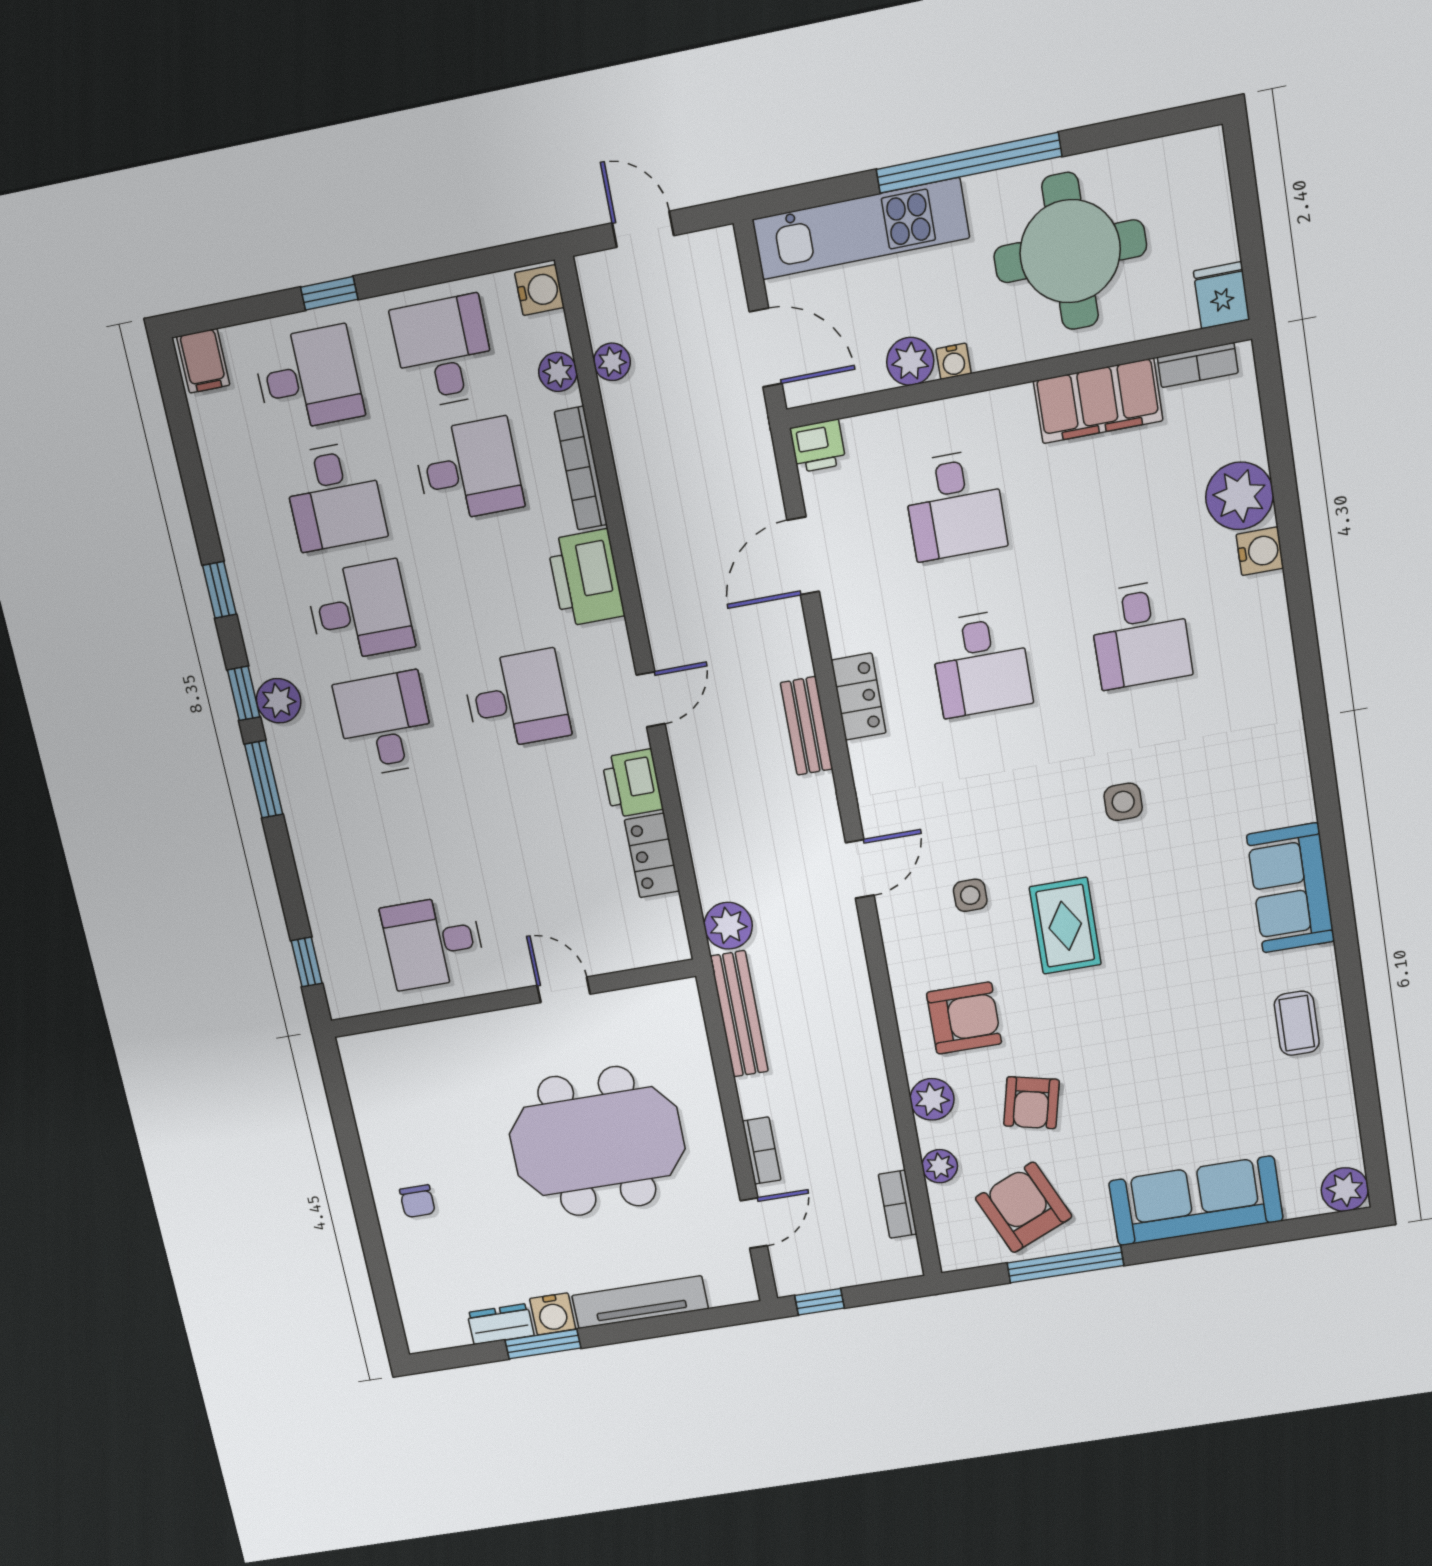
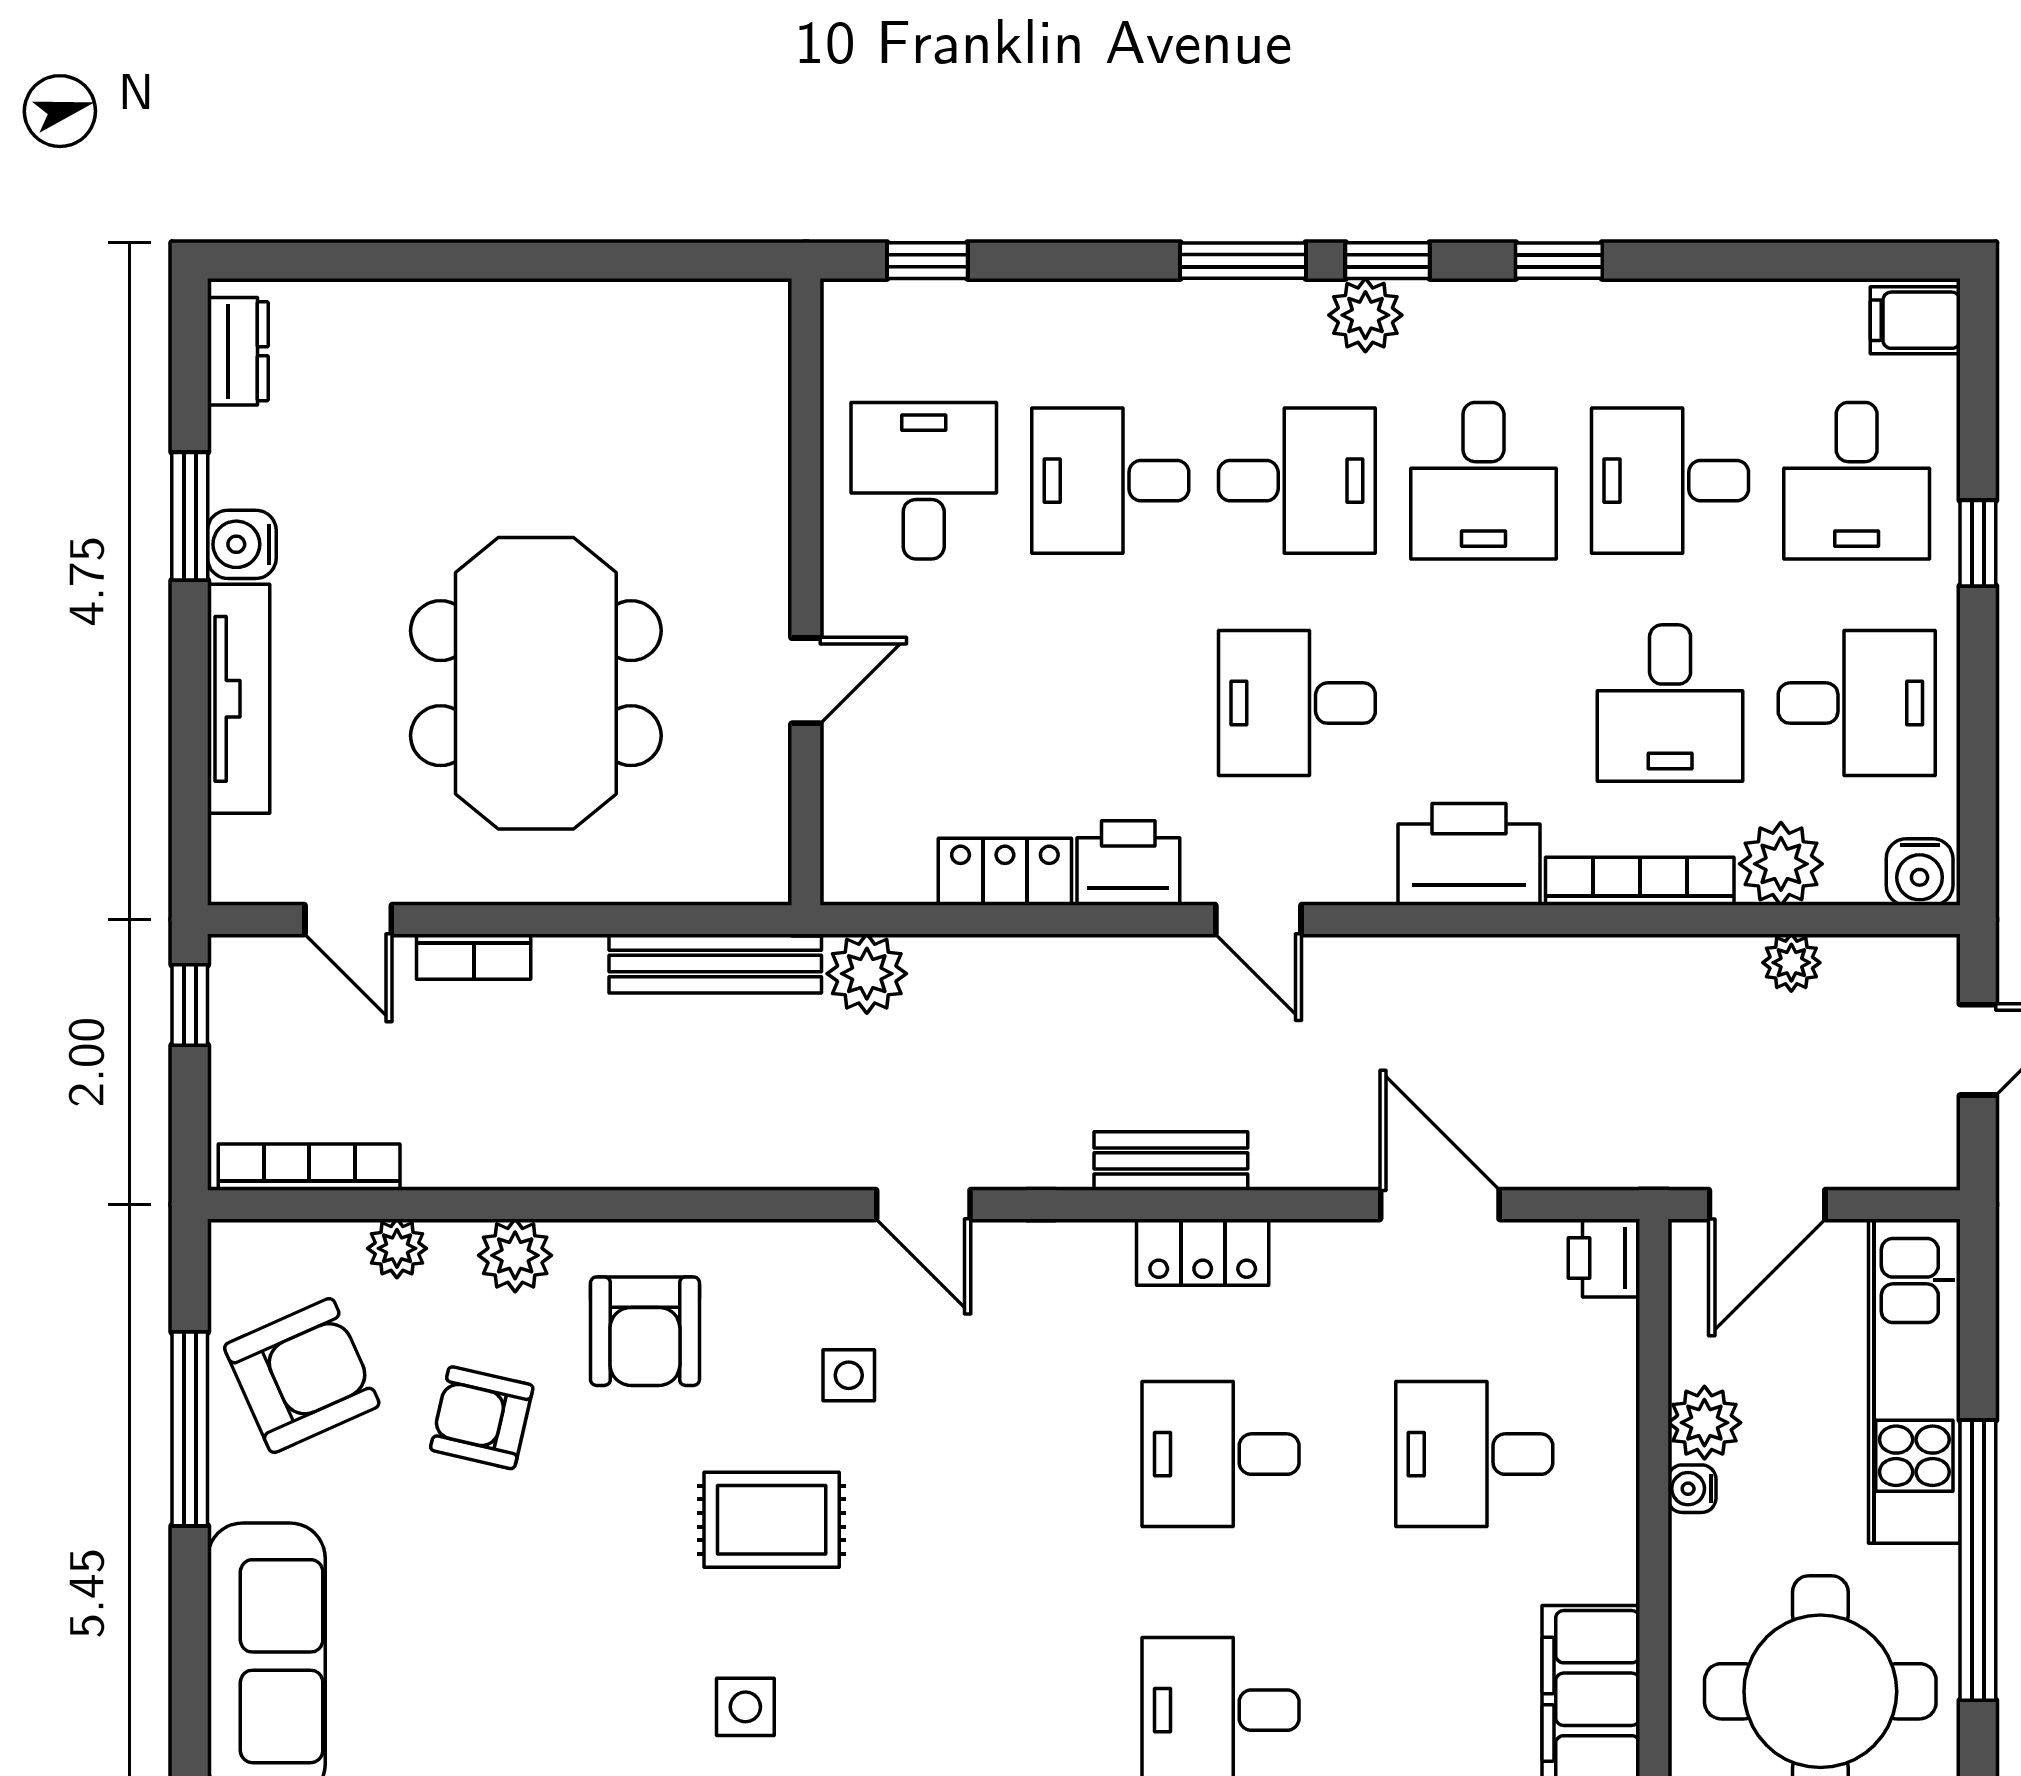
plant: (558, 372) -> (1781, 864), width x1.38, depth x1.38
desk: (516, 700) -> (1297, 703), turned 90
side table: (1123, 802) -> (745, 1707), moved
desk: (409, 834) -> (1110, 481), added
chair: (417, 1201) -> (482, 355), removed
bookcase: (898, 1204) -> (309, 1167), width x1.56
dresser: (501, 1324) -> (238, 351), moved

